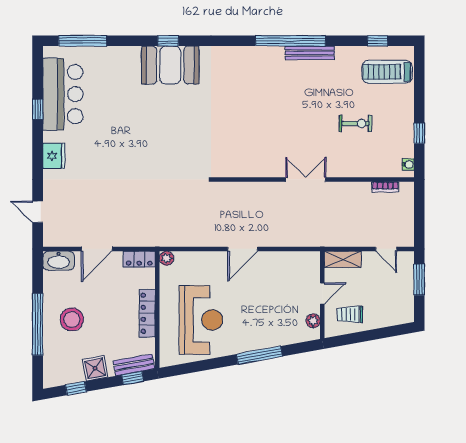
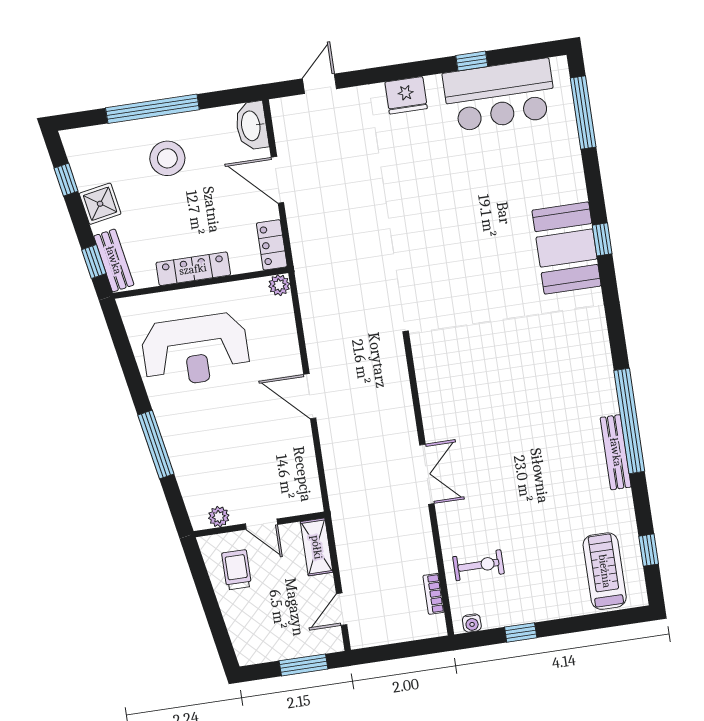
exercise bike: (355, 123) -> (478, 565), moved, turned -90

